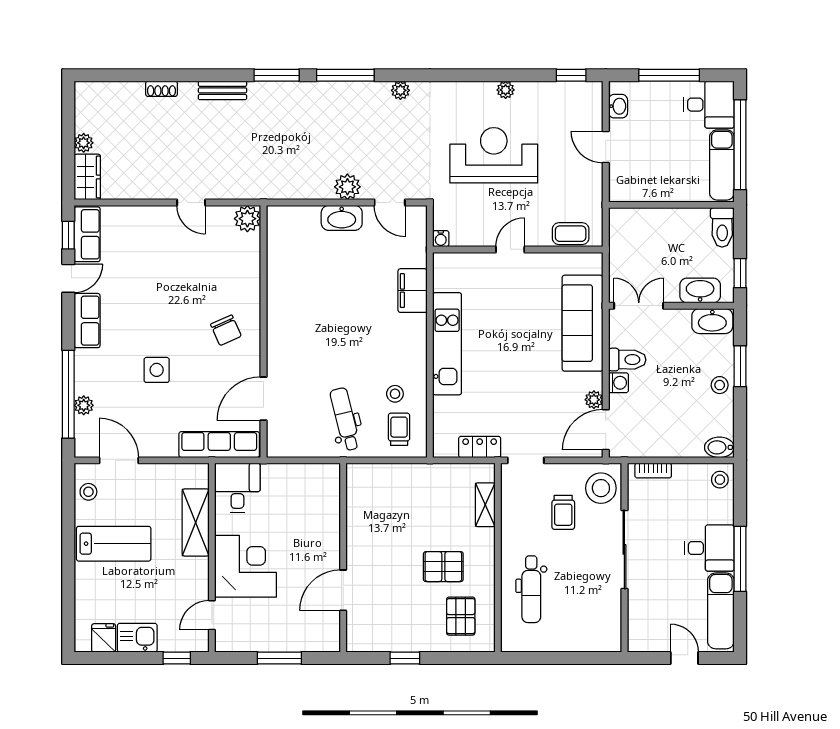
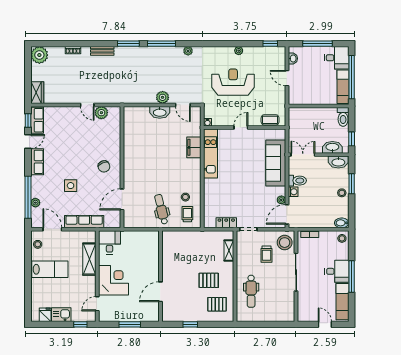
plant: (84, 143) -> (39, 55), moved, width x1.87, depth x1.87
plant: (247, 219) -> (101, 113), moved
kitchen unit: (447, 344) -> (211, 153), moved
row of seats: (219, 445) -> (84, 222), moved
pallet: (461, 616) -> (217, 304), turned 90

